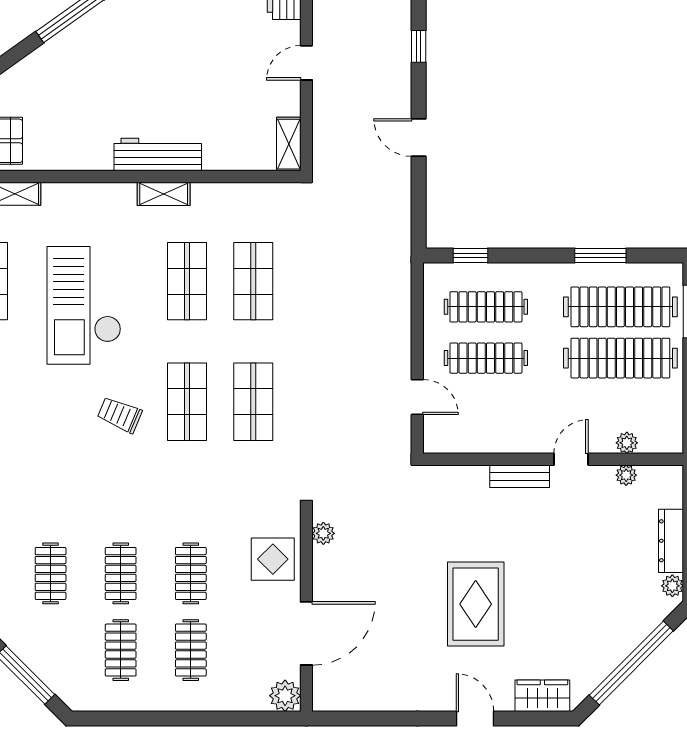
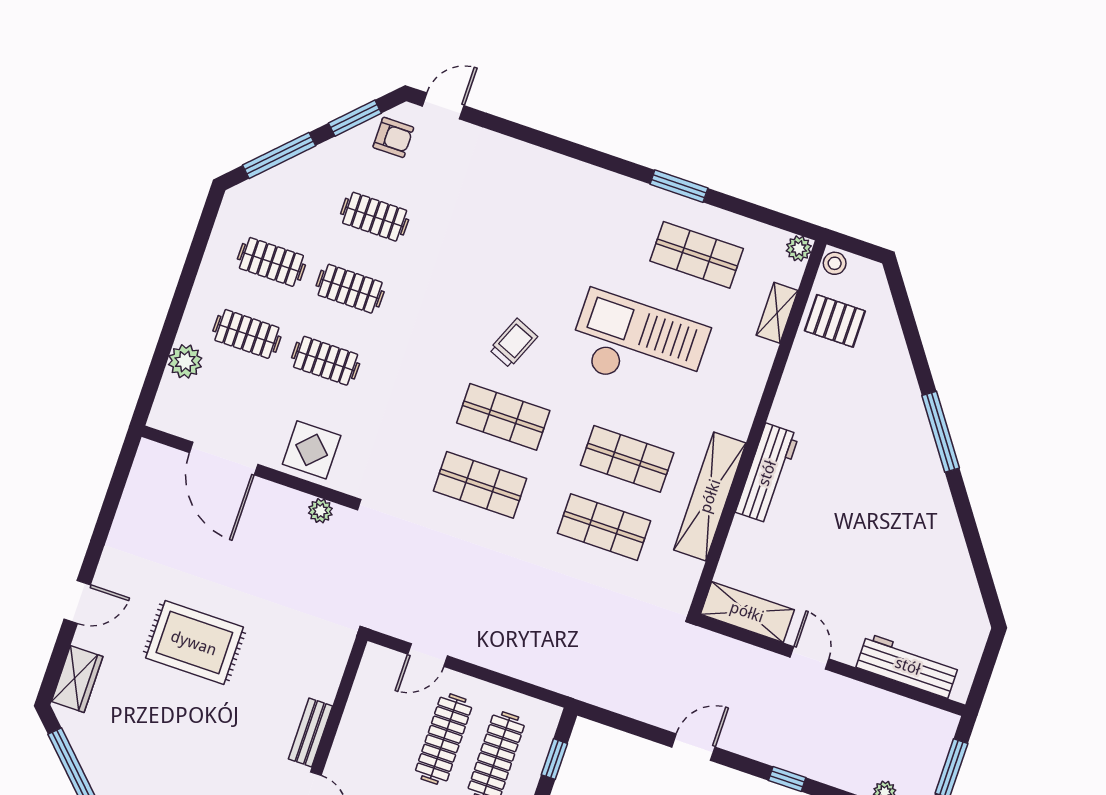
shelving: (289, 144) -> (747, 612), width x1.50, depth x1.33
shelving: (164, 194) -> (710, 496), width x2.20, depth x1.33
plant: (285, 696) -> (185, 361), moved

